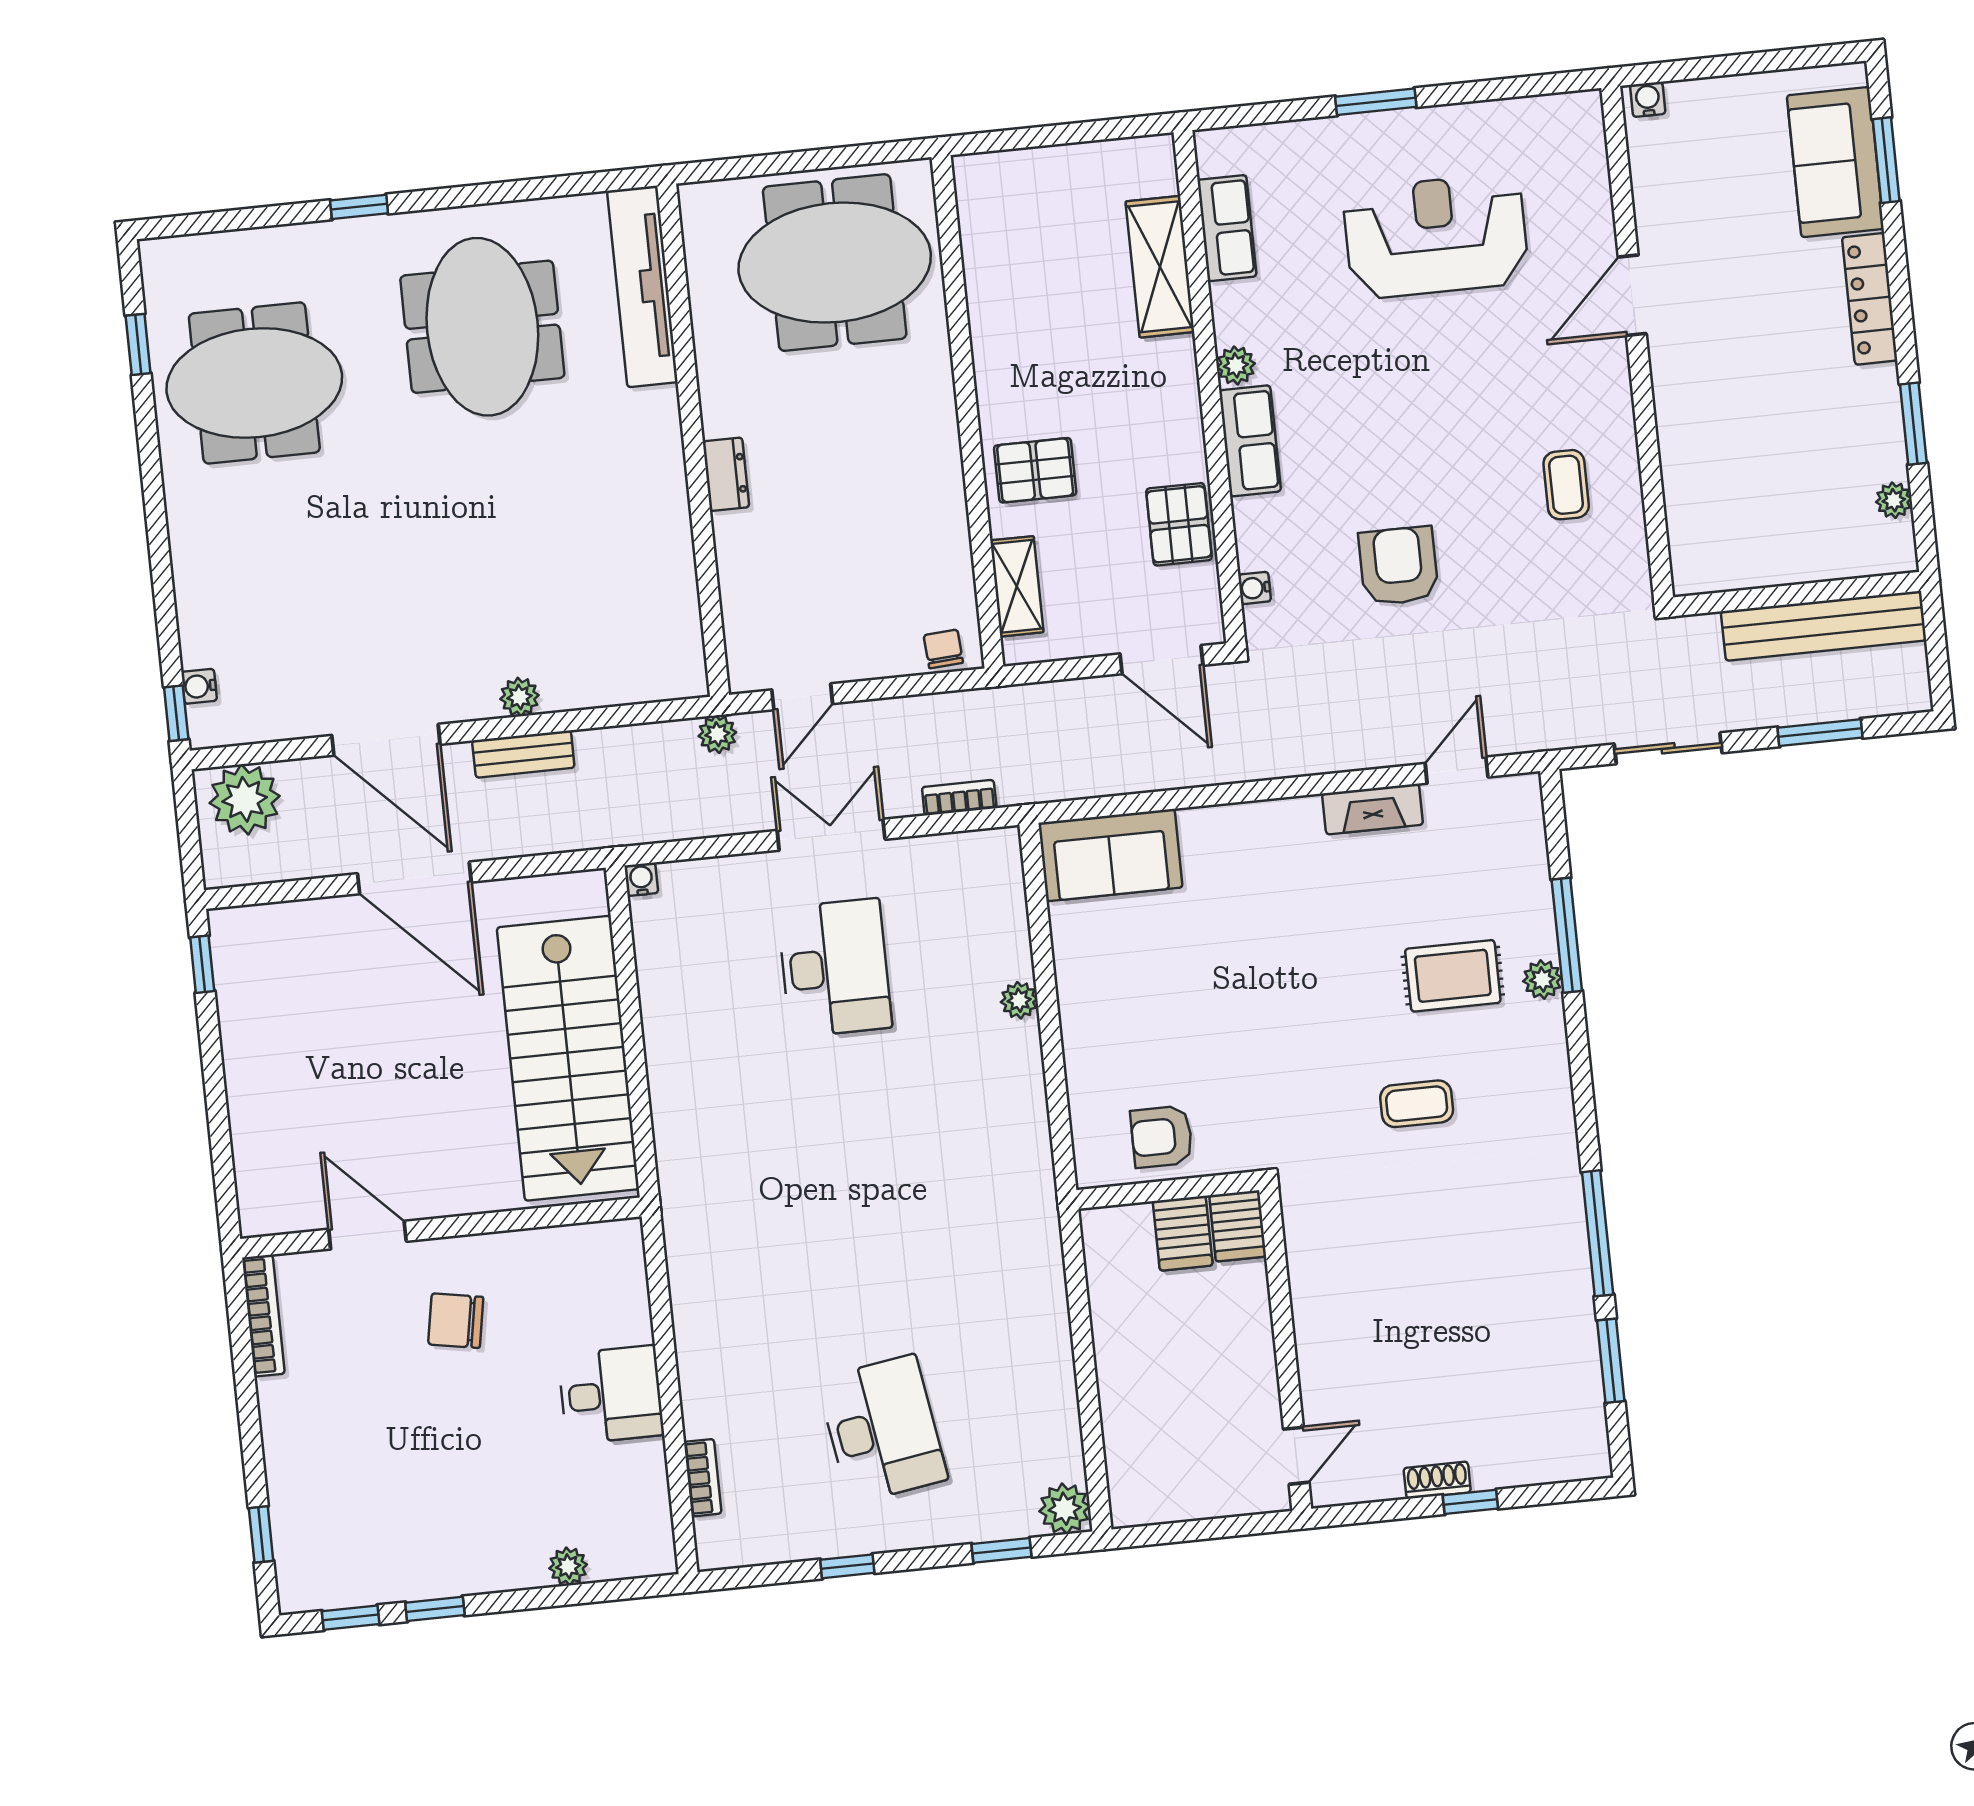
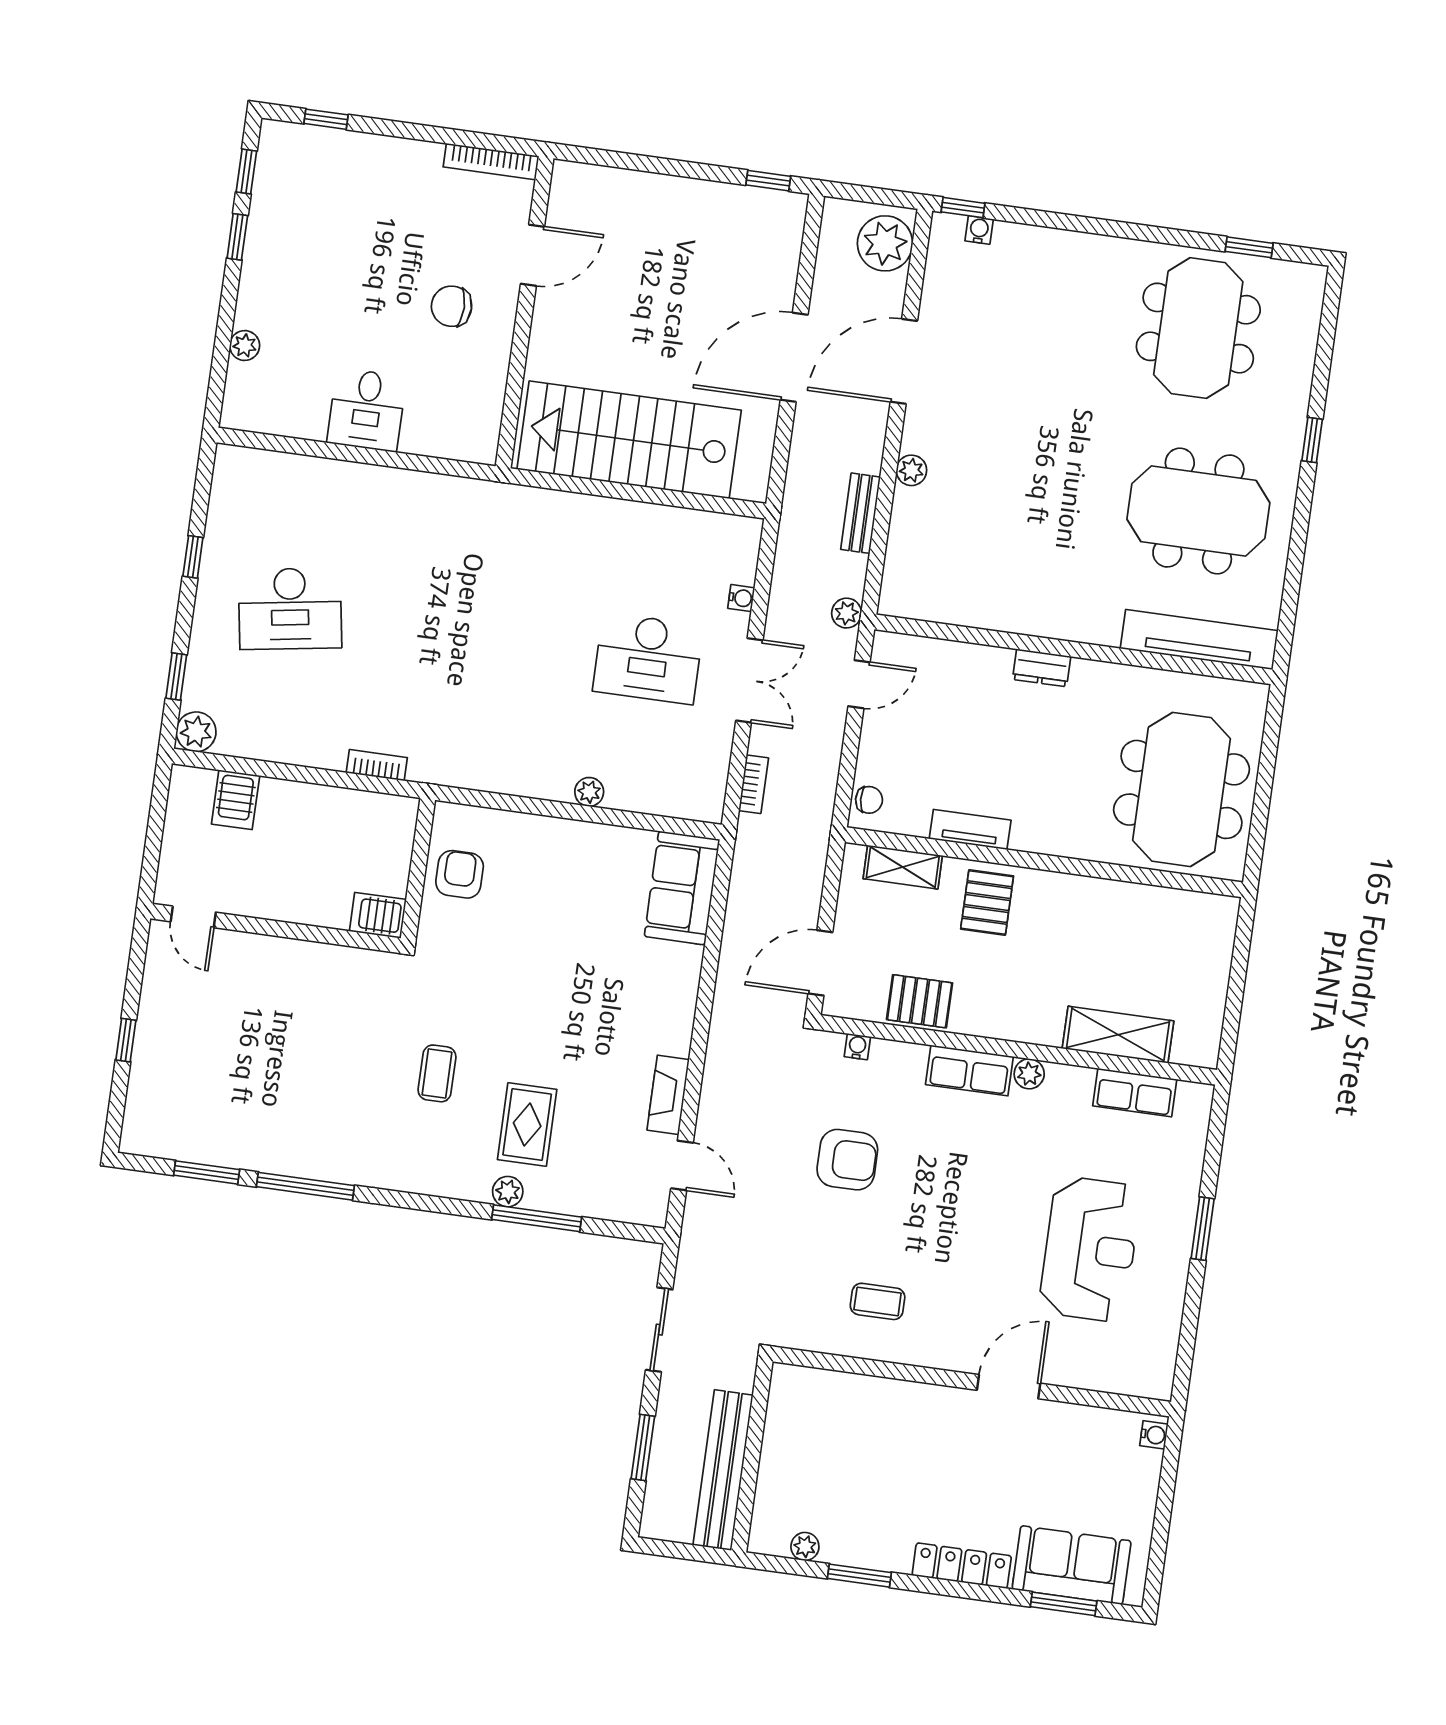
door: (1632, 295) -> (1009, 1387), hinge flipped
tv unit: (949, 514) -> (970, 829), added
door: (802, 697) -> (859, 684), swing flipped
bench: (523, 754) -> (861, 513), moved
water cooler: (641, 879) -> (741, 598), moved
server rack: (1183, 1233) -> (236, 800), moved, turned -90
chair: (456, 1321) -> (452, 306), turned -100
bookcase: (703, 1478) -> (377, 765), moved, turned 180
shoe rack: (1437, 1480) -> (148, 1019), removed

